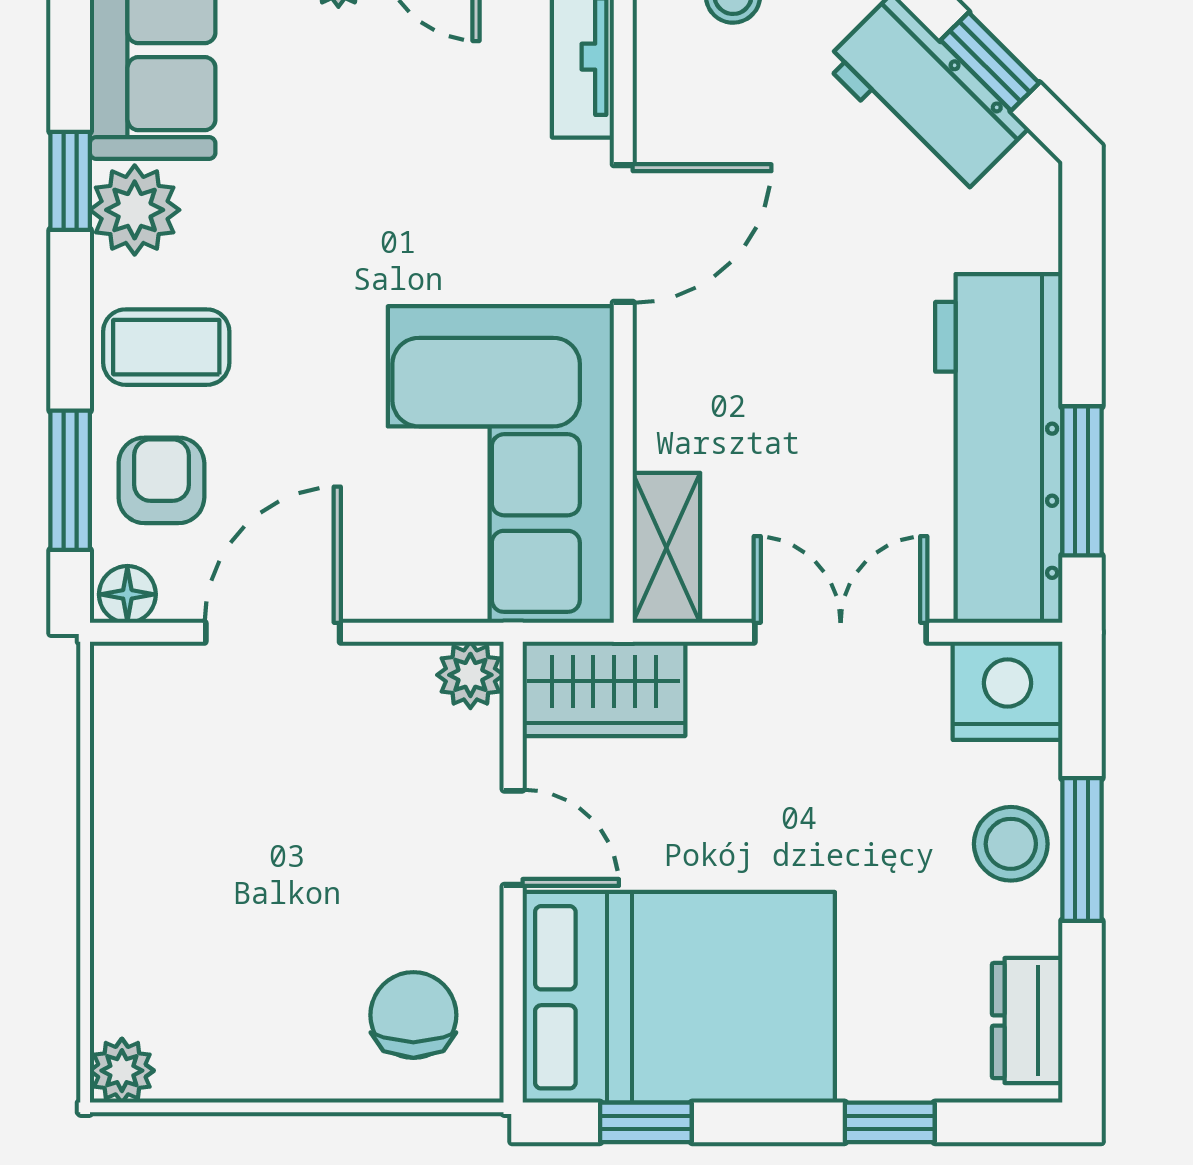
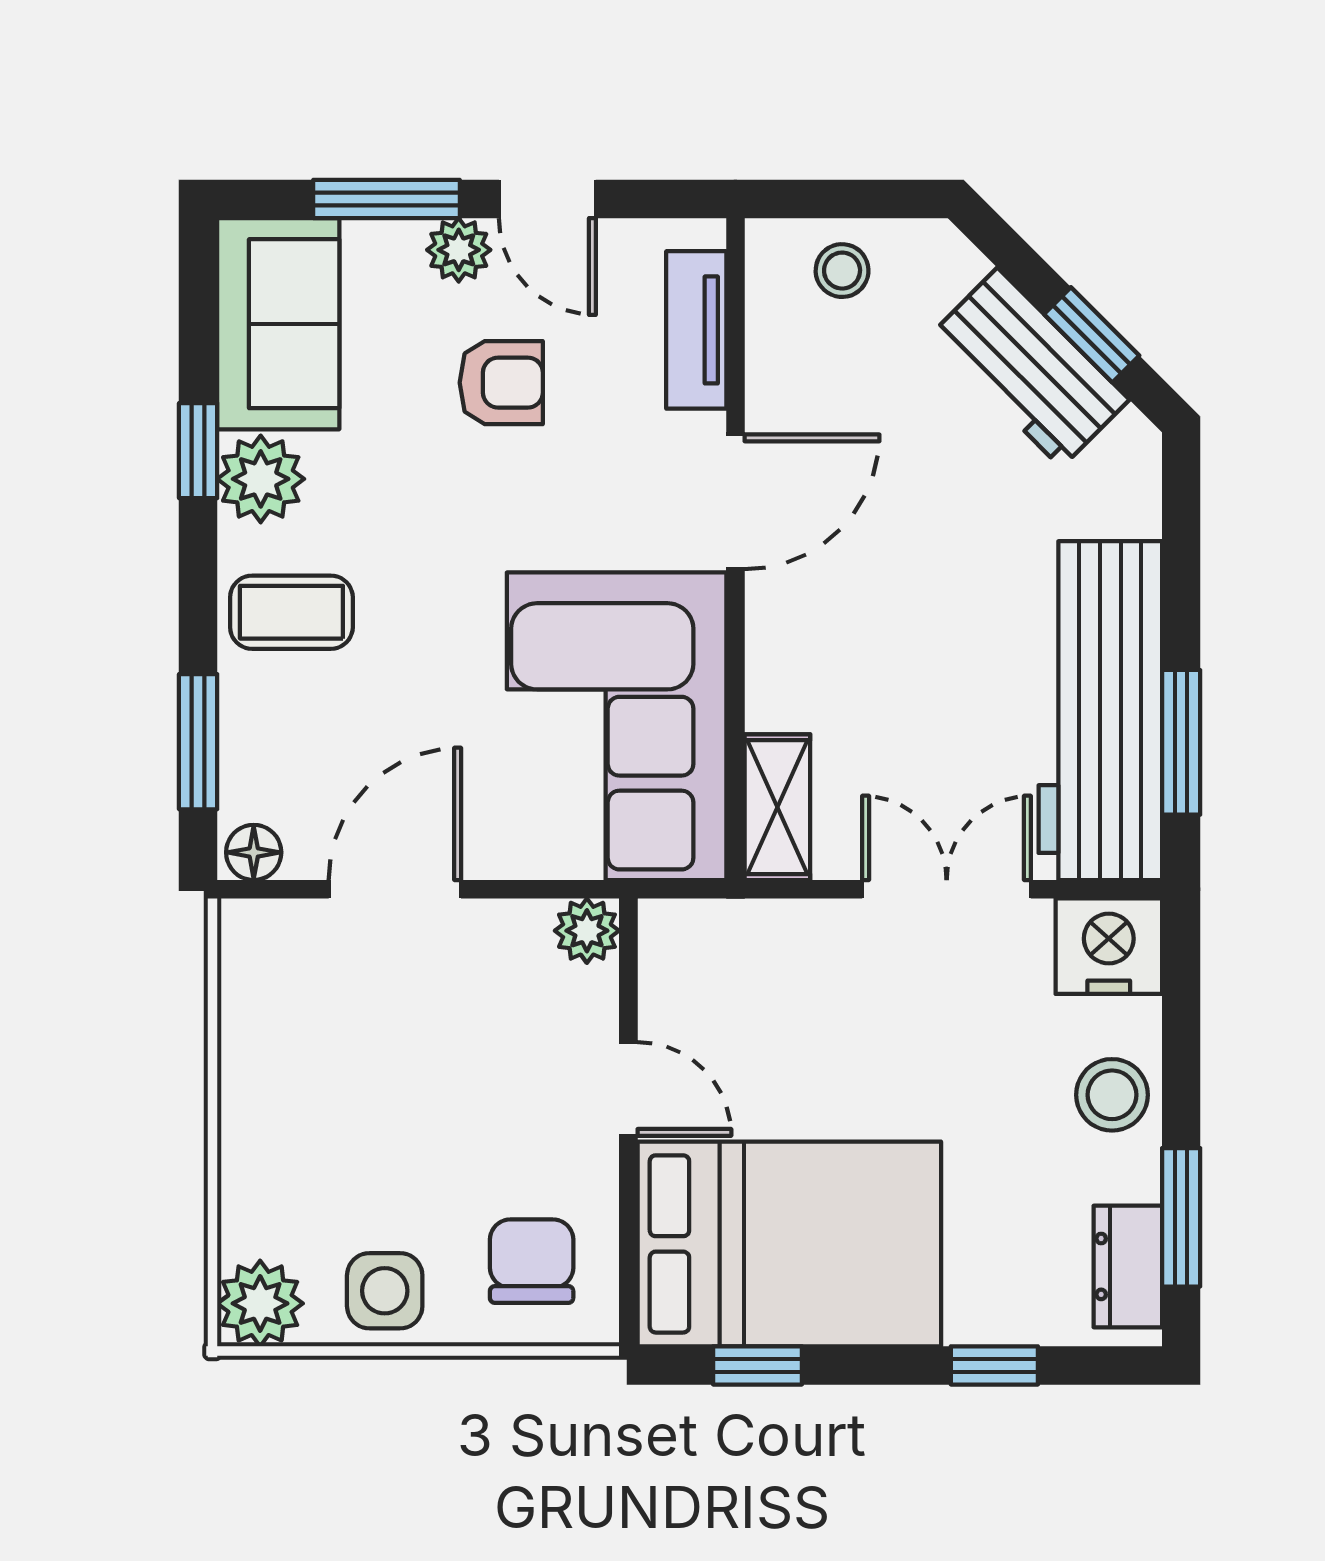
armchair: (161, 480) -> (501, 383), moved, turned 90
wardrobe: (604, 689) -> (717, 944), removed
window: (1082, 850) -> (1181, 1217), moved
side table: (262, 1045) -> (385, 1291), added
plant: (122, 1071) -> (260, 1303), width x1.38, depth x1.38

